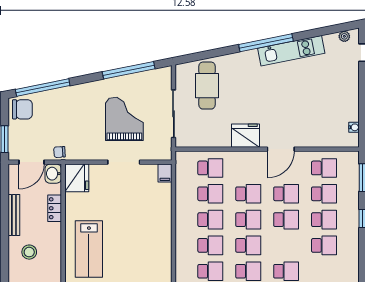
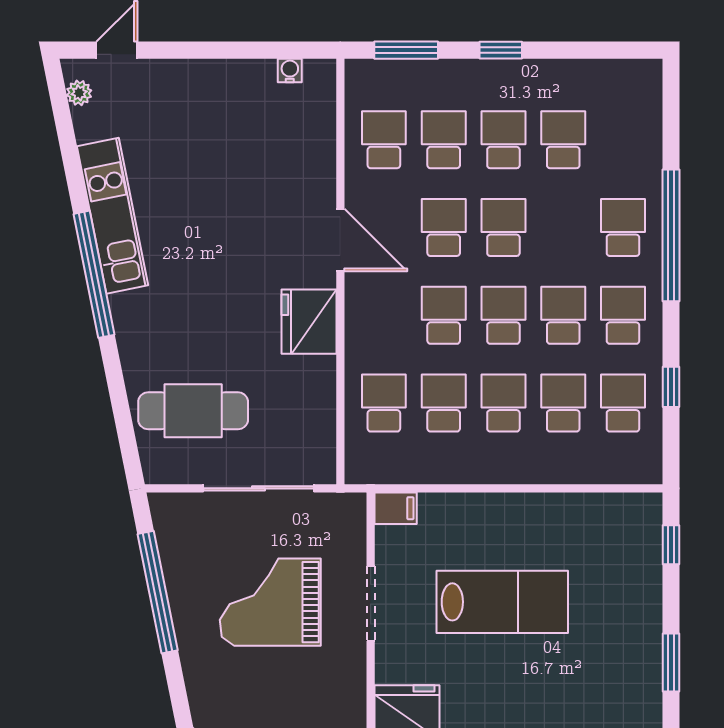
lab bench: (89, 249) -> (502, 602), moved

